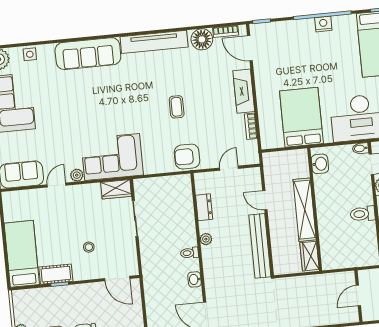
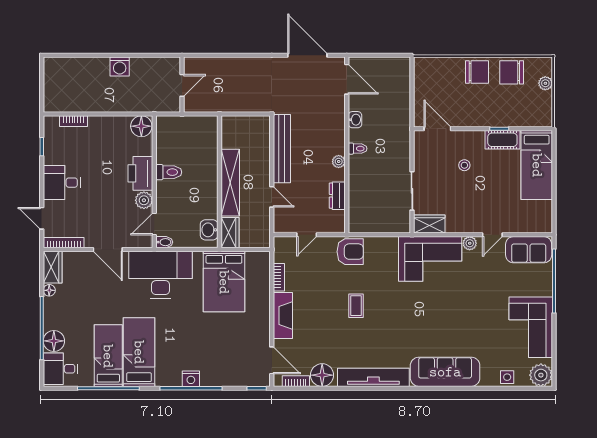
wardrobe: (309, 256) -> (230, 233), moved

